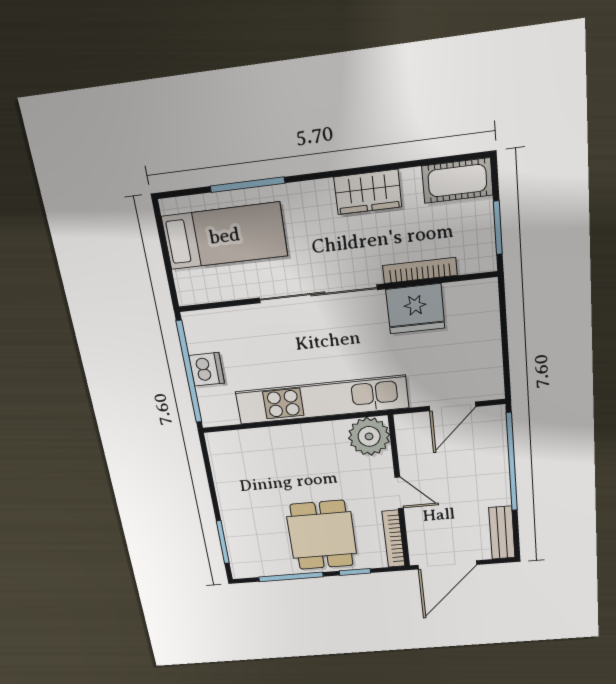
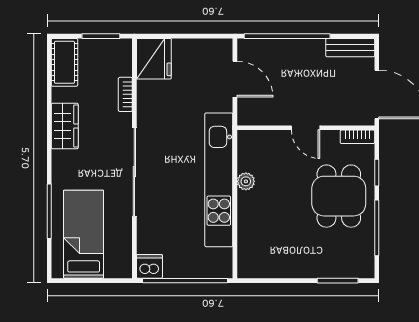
bookcase: (420, 270) -> (125, 94), width x0.64
fridge: (415, 309) -> (154, 59), moved
dishwasher: (207, 369) -> (149, 266), moved
plant: (369, 436) -> (246, 181), moved, width x0.53, depth x0.53
door: (399, 493) -> (306, 128), swing flipped
dining table: (322, 535) -> (339, 196), turned 90
bookcase: (393, 539) -> (357, 137), width x0.64

